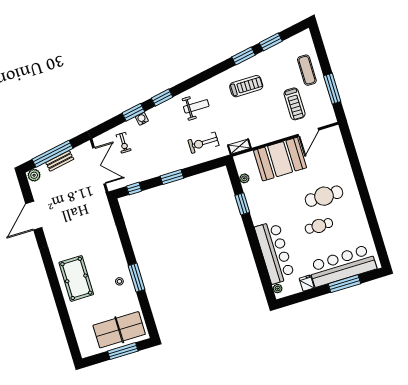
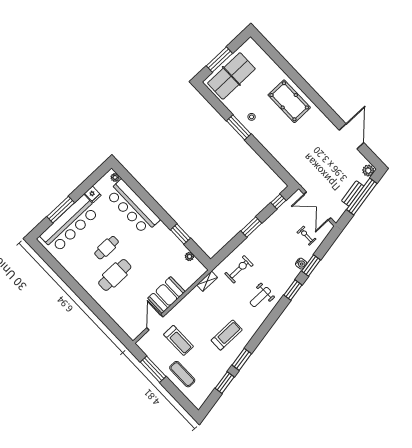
treadmill: (246, 86) -> (227, 335), turned 180
treadmill: (295, 104) -> (178, 340), turned 180
booth: (280, 159) -> (166, 295), width x0.73, depth x0.70

